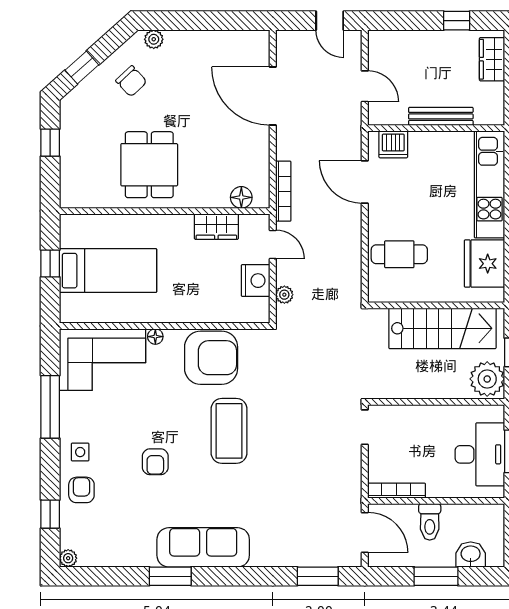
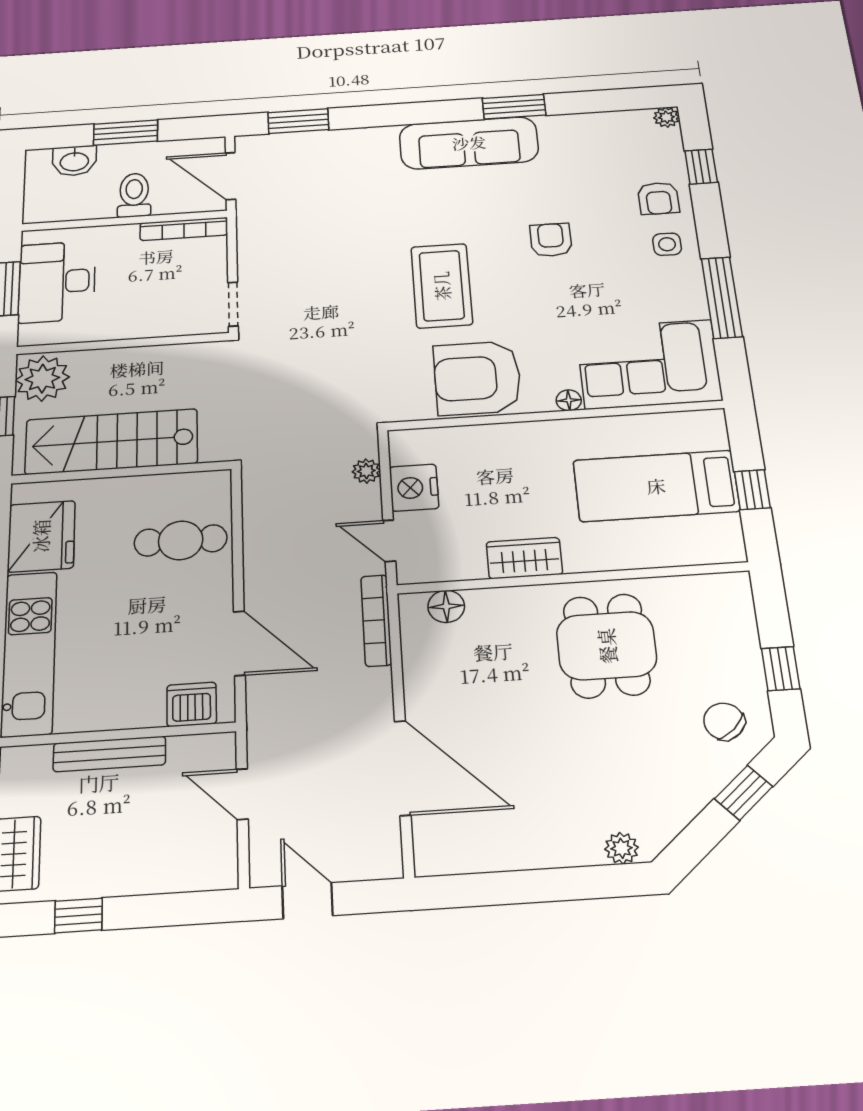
chair: (131, 81) -> (724, 721), moved
wardrobe: (216, 227) -> (524, 558), moved

